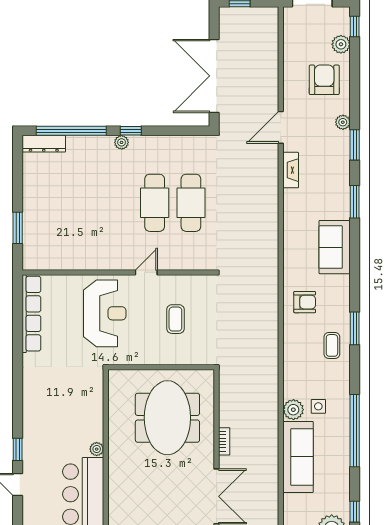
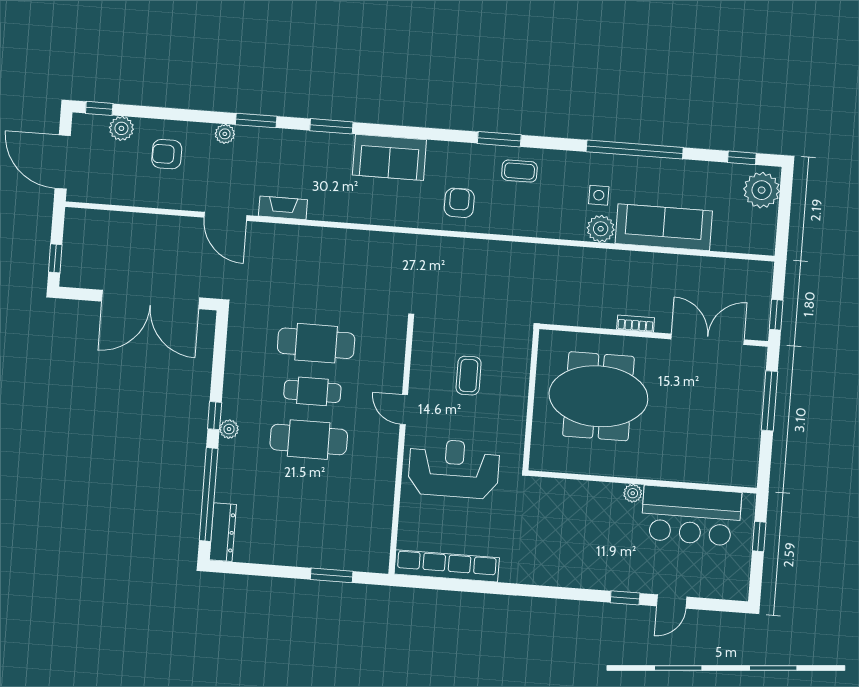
armchair: (324, 80) -> (167, 154), width x0.72, depth x0.72
cafe table: (118, 203) -> (309, 440), added
cafe table: (155, 203) -> (312, 391), width x0.73, depth x0.74
coffee table: (175, 319) -> (469, 376), turned 90

